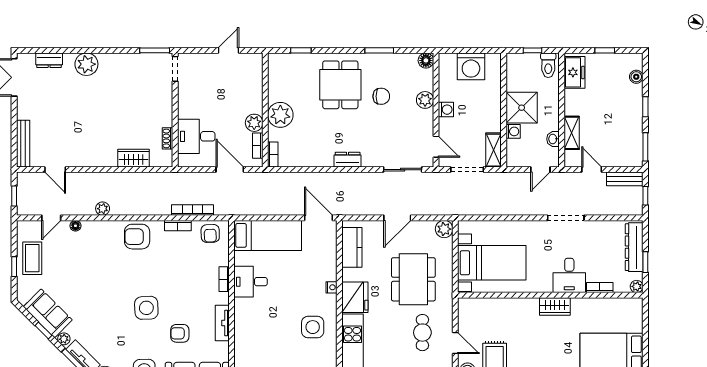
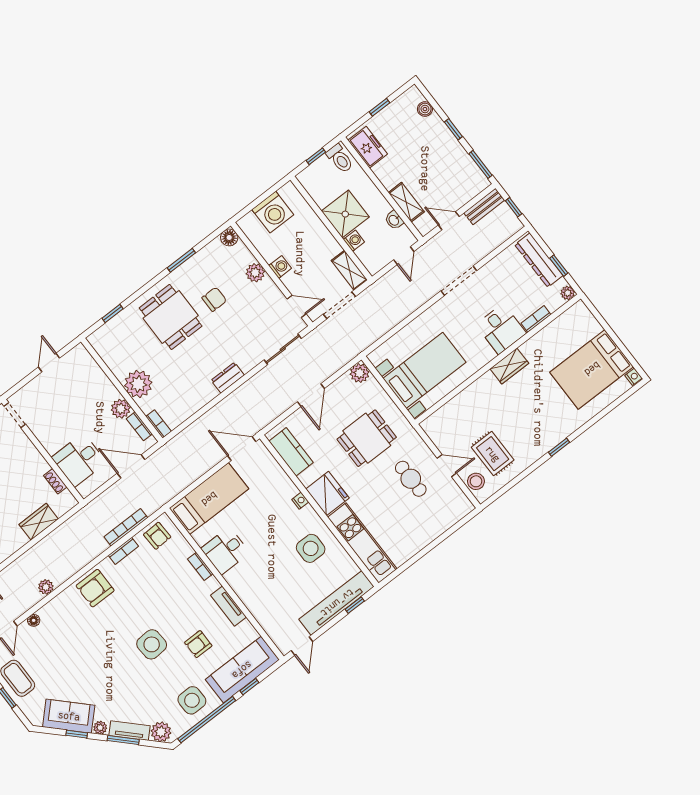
dining table: (413, 279) -> (367, 438), width x0.73

